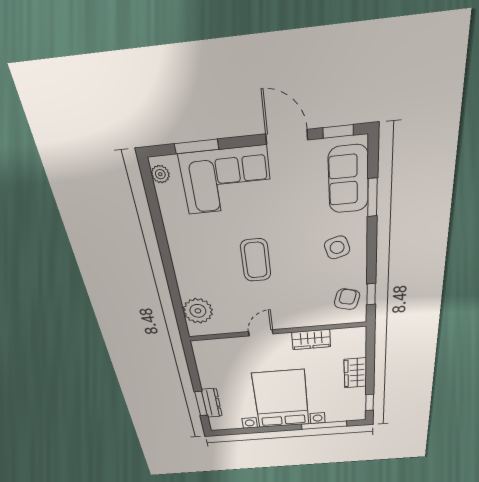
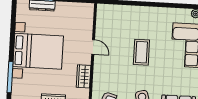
coffee table: (256, 260) -> (141, 52), turned 90
plant: (198, 311) -> (114, 13), removed

